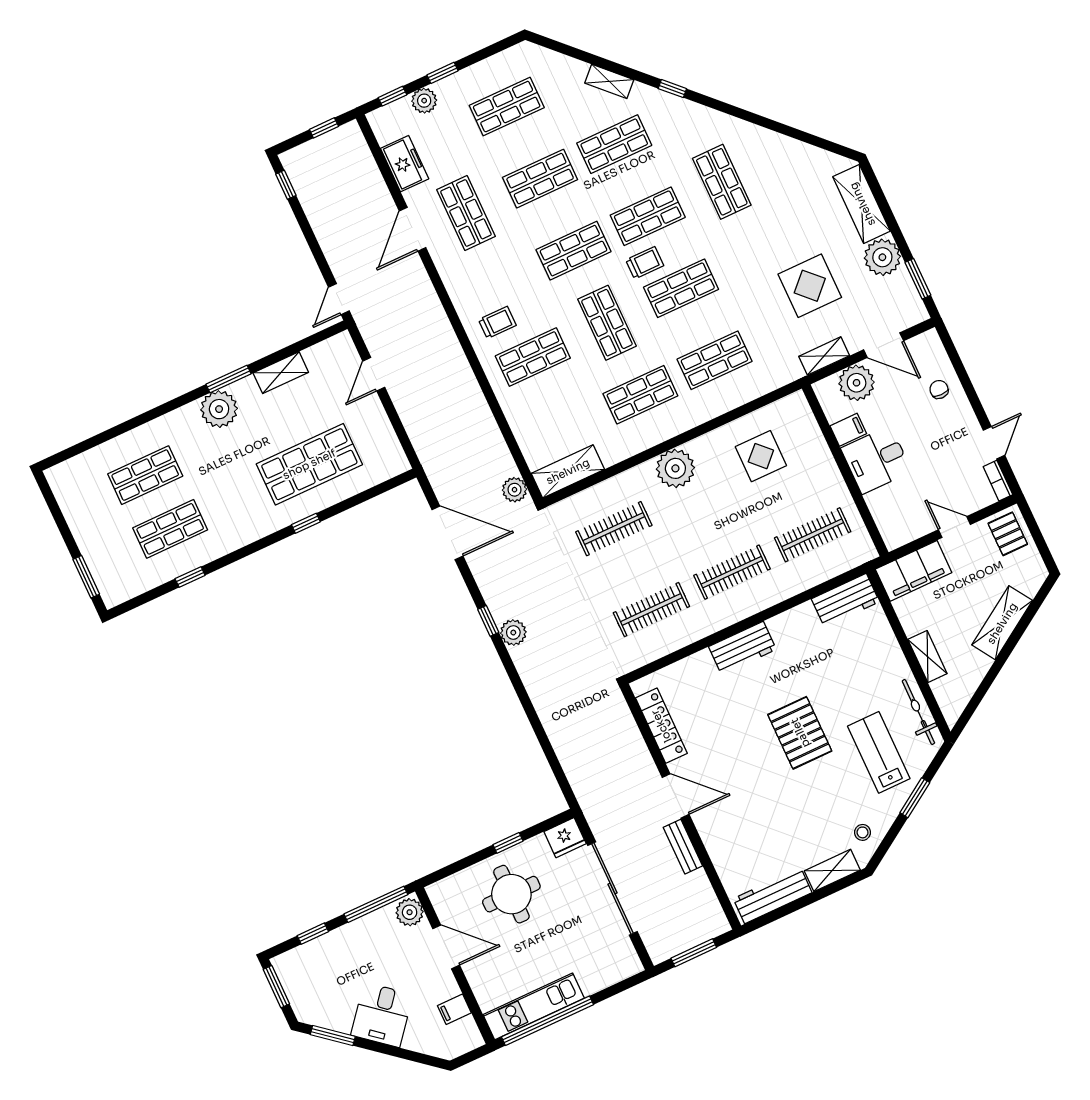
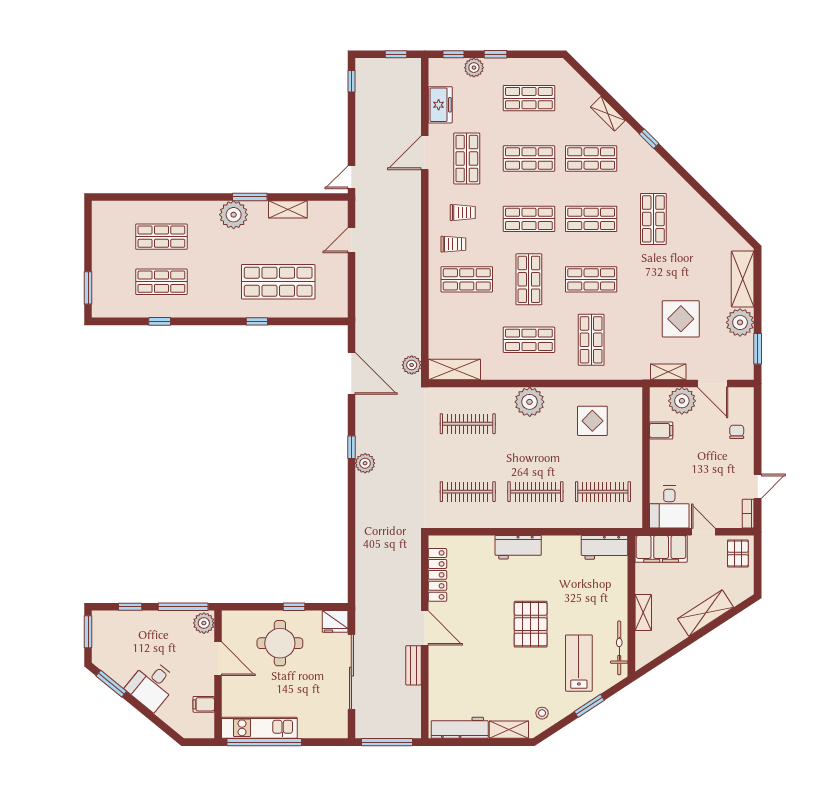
trolley: (645, 263) -> (463, 213), moved
shop shelf: (715, 360) -> (591, 340), turned 90
desk: (876, 460) -> (669, 507), moved, turned -90
window: (694, 953) -> (387, 742), width x1.44

